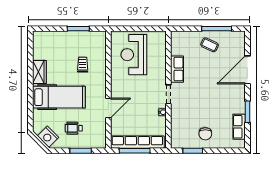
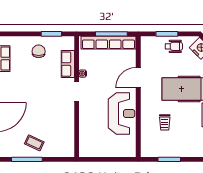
reception desk: (134, 55) -> (121, 114), moved
row of seats: (177, 69) -> (68, 64), moved
wheelchair: (74, 128) -> (174, 46), moved

